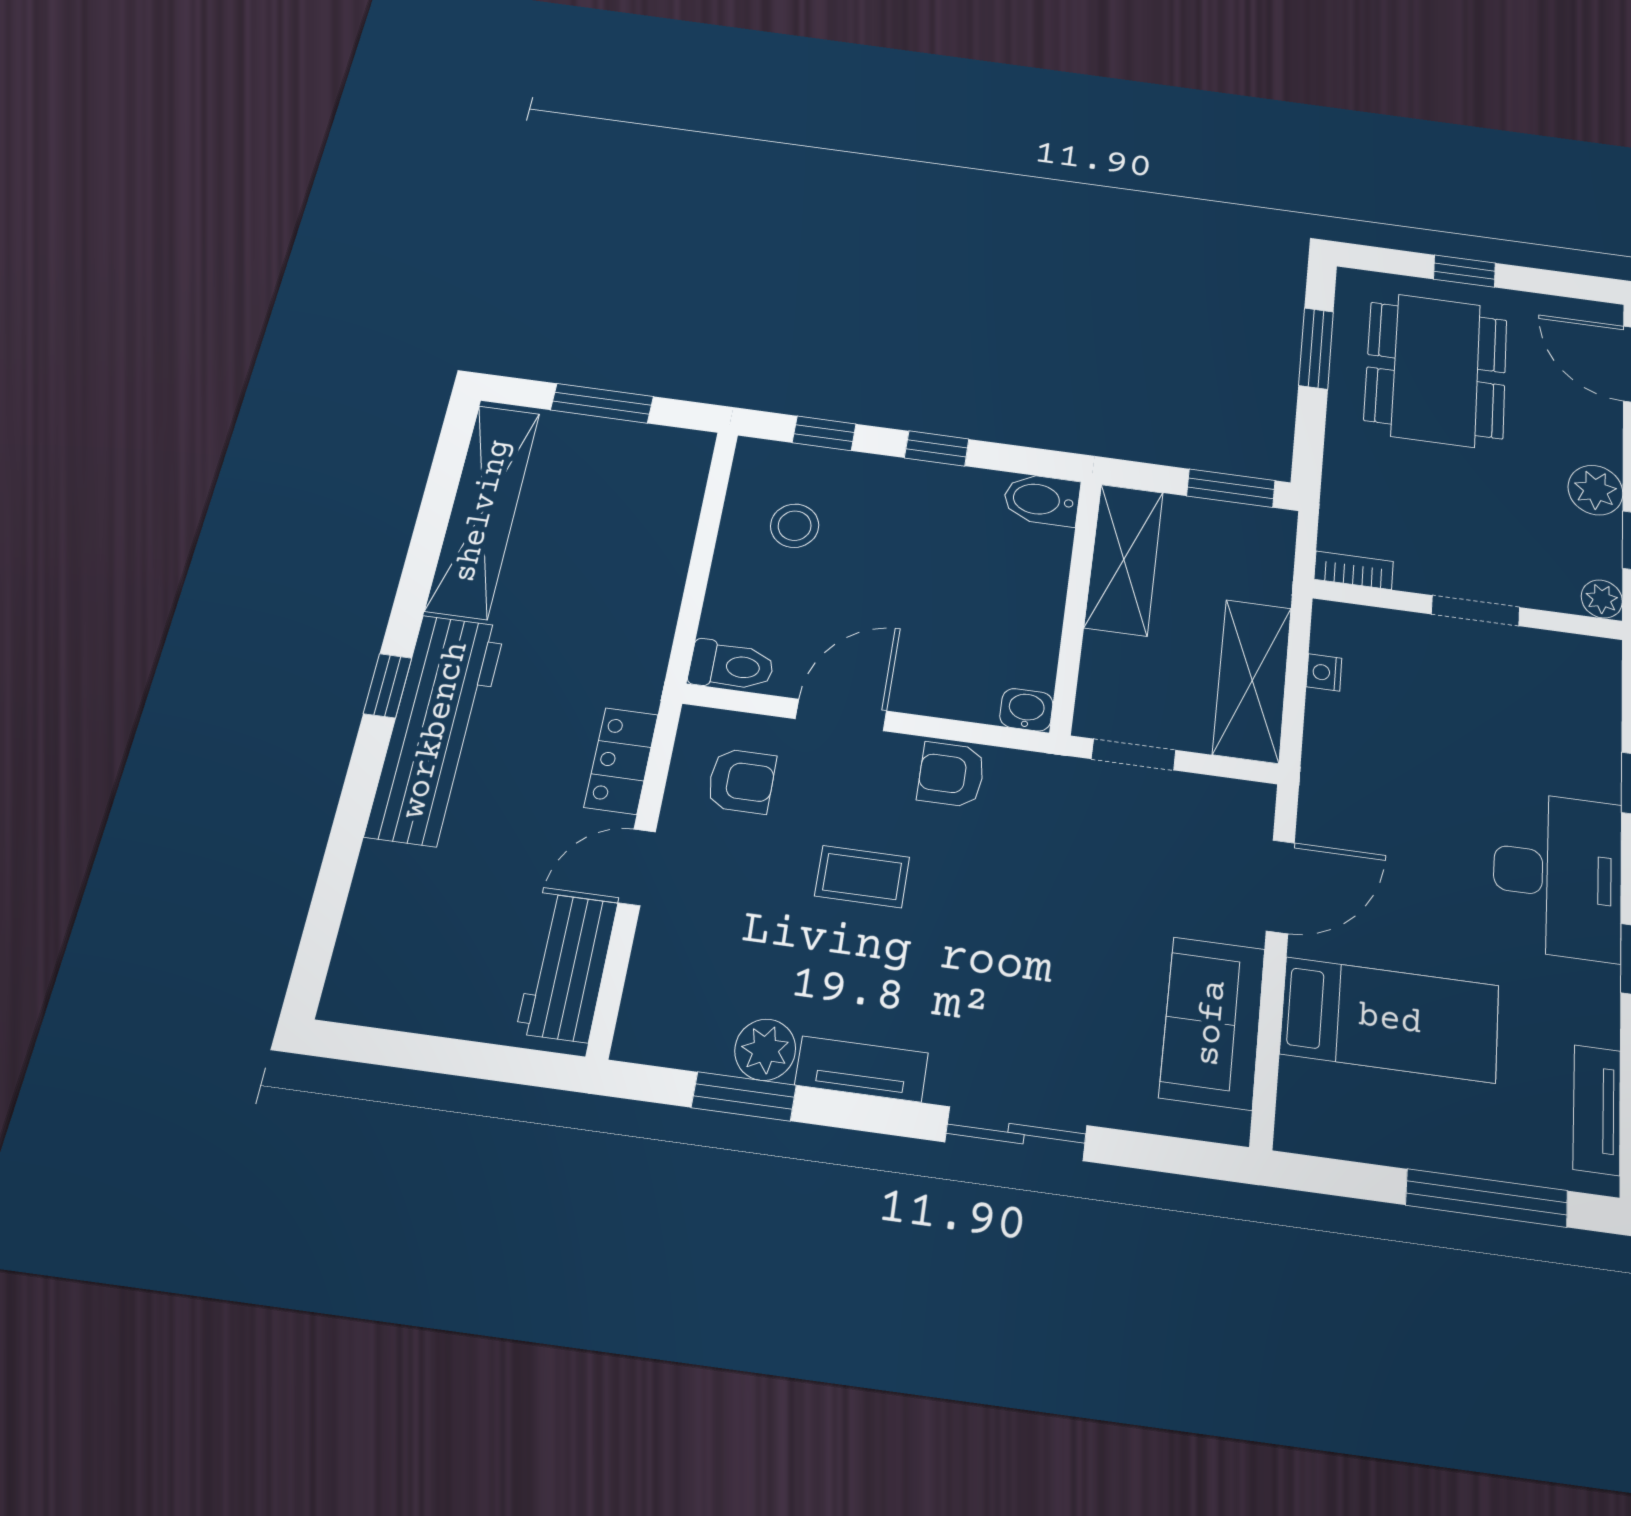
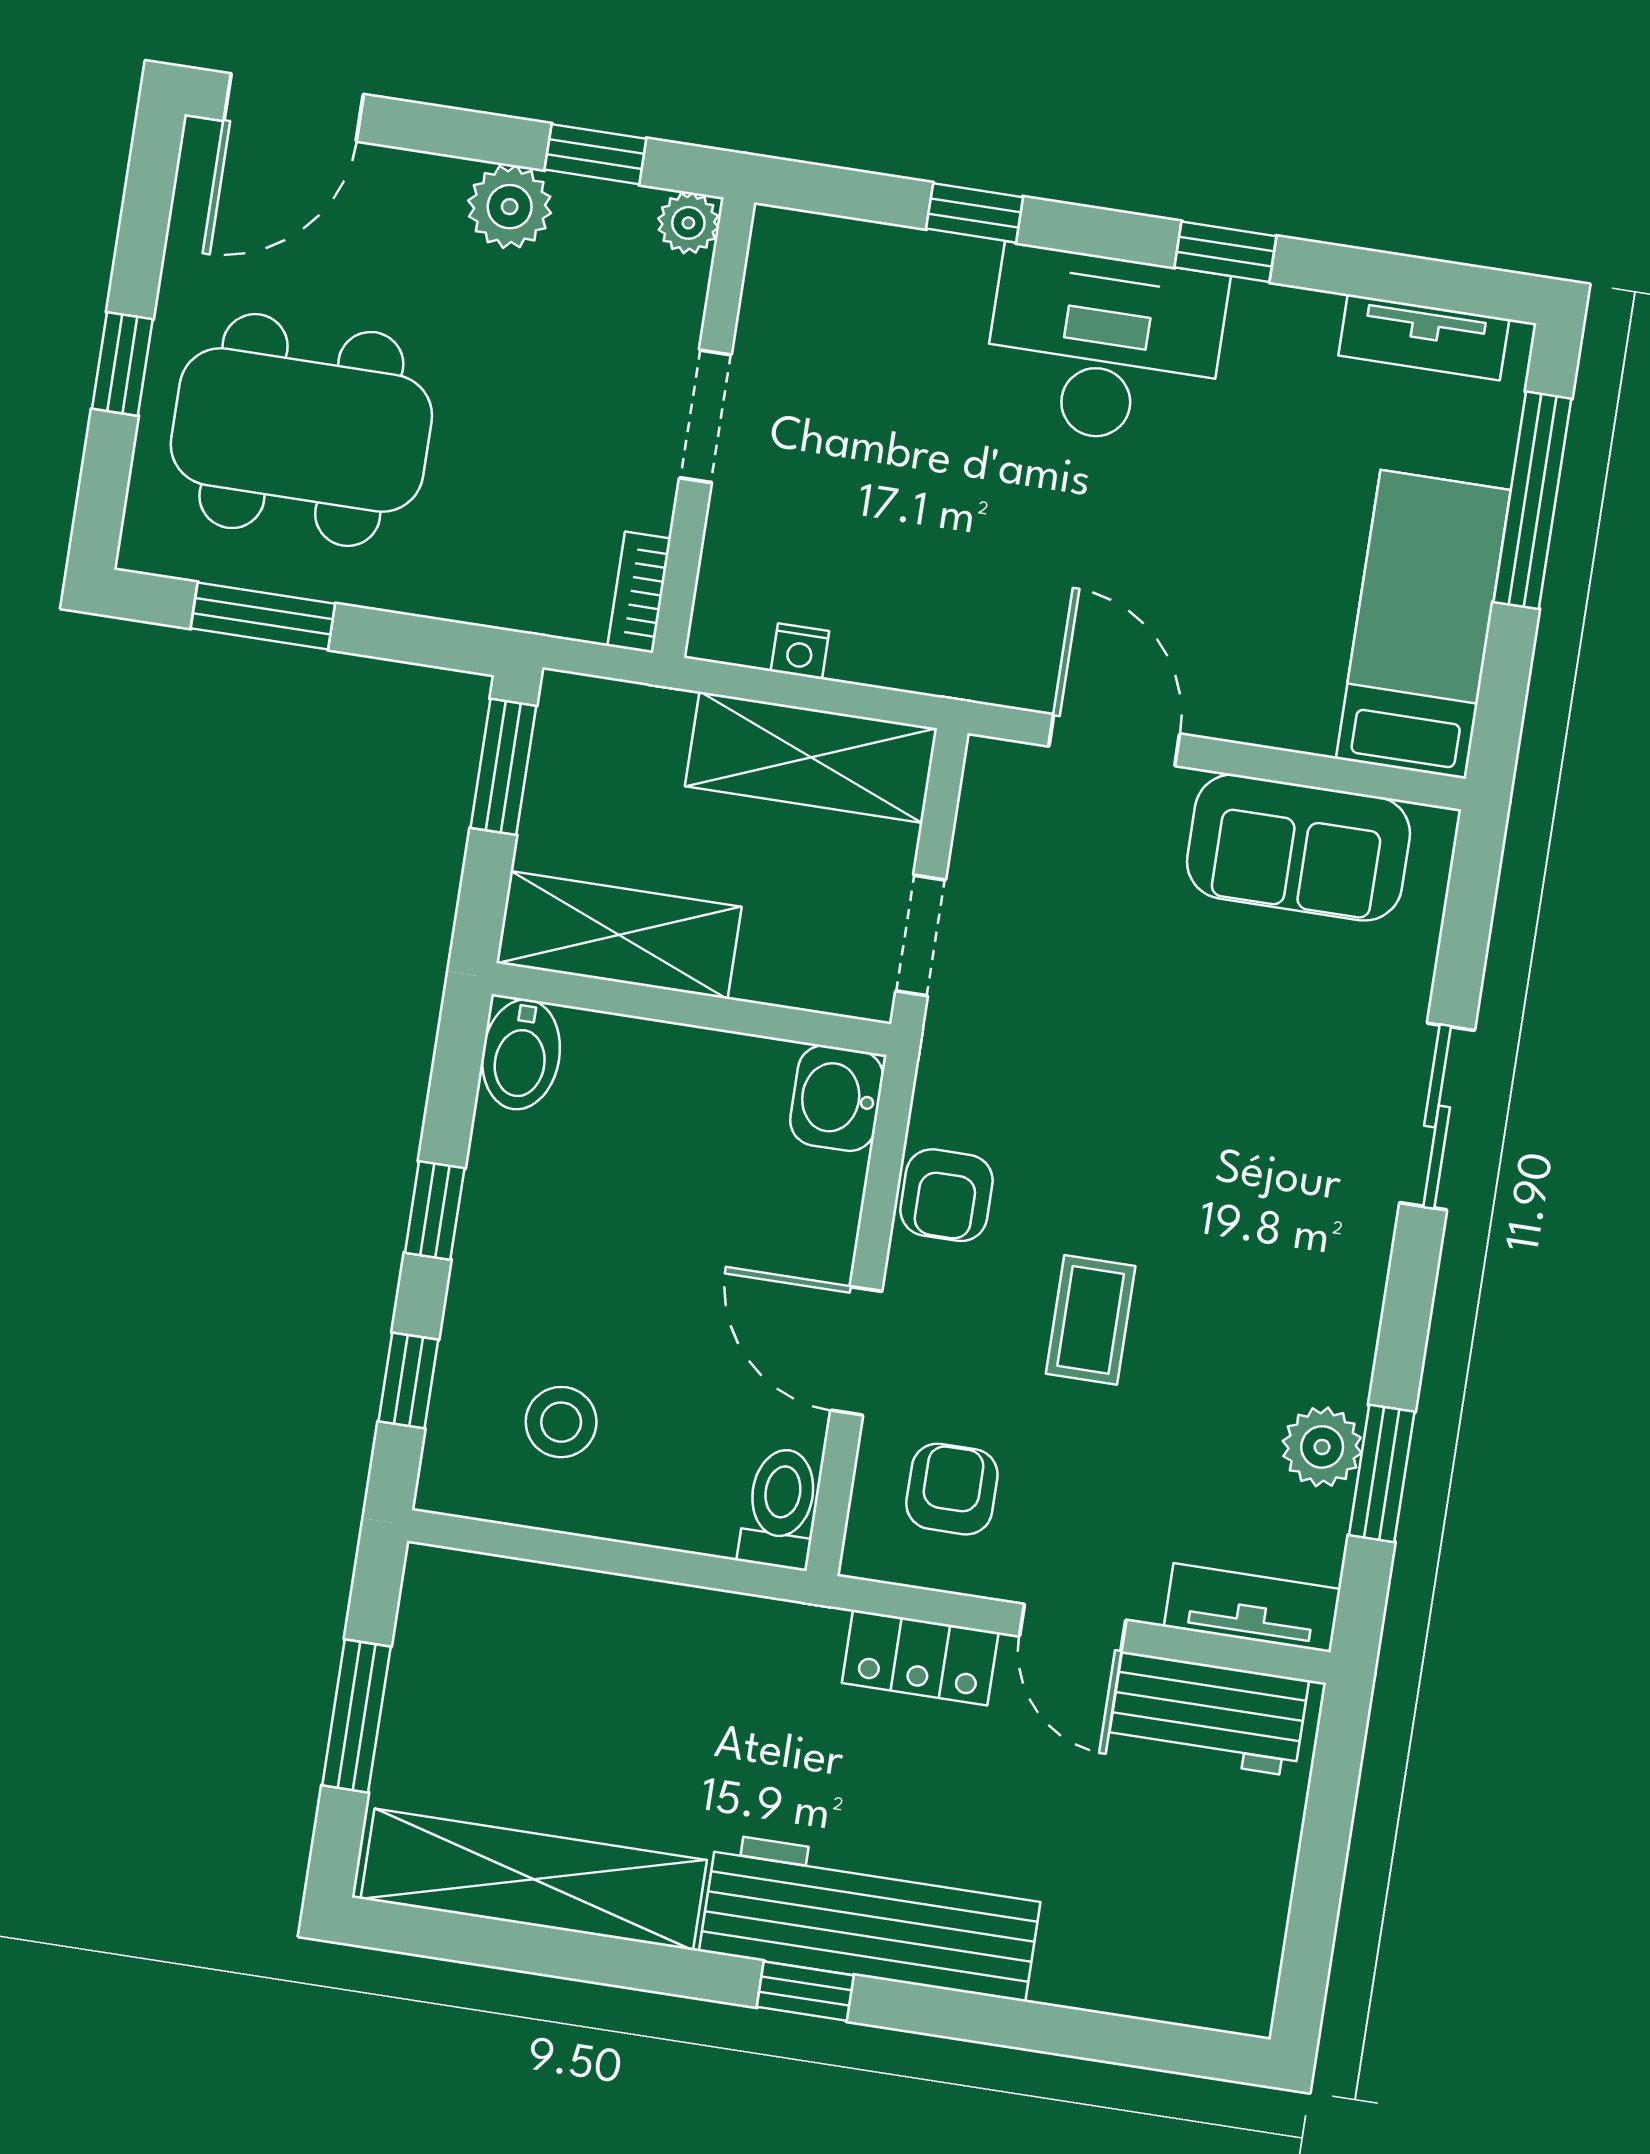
washbasin: (1026, 710) -> (837, 1098), width x1.38, depth x1.45
bed: (1390, 1020) -> (1423, 624), moved
tv unit: (862, 1069) -> (1252, 1608), moved, turned 90

